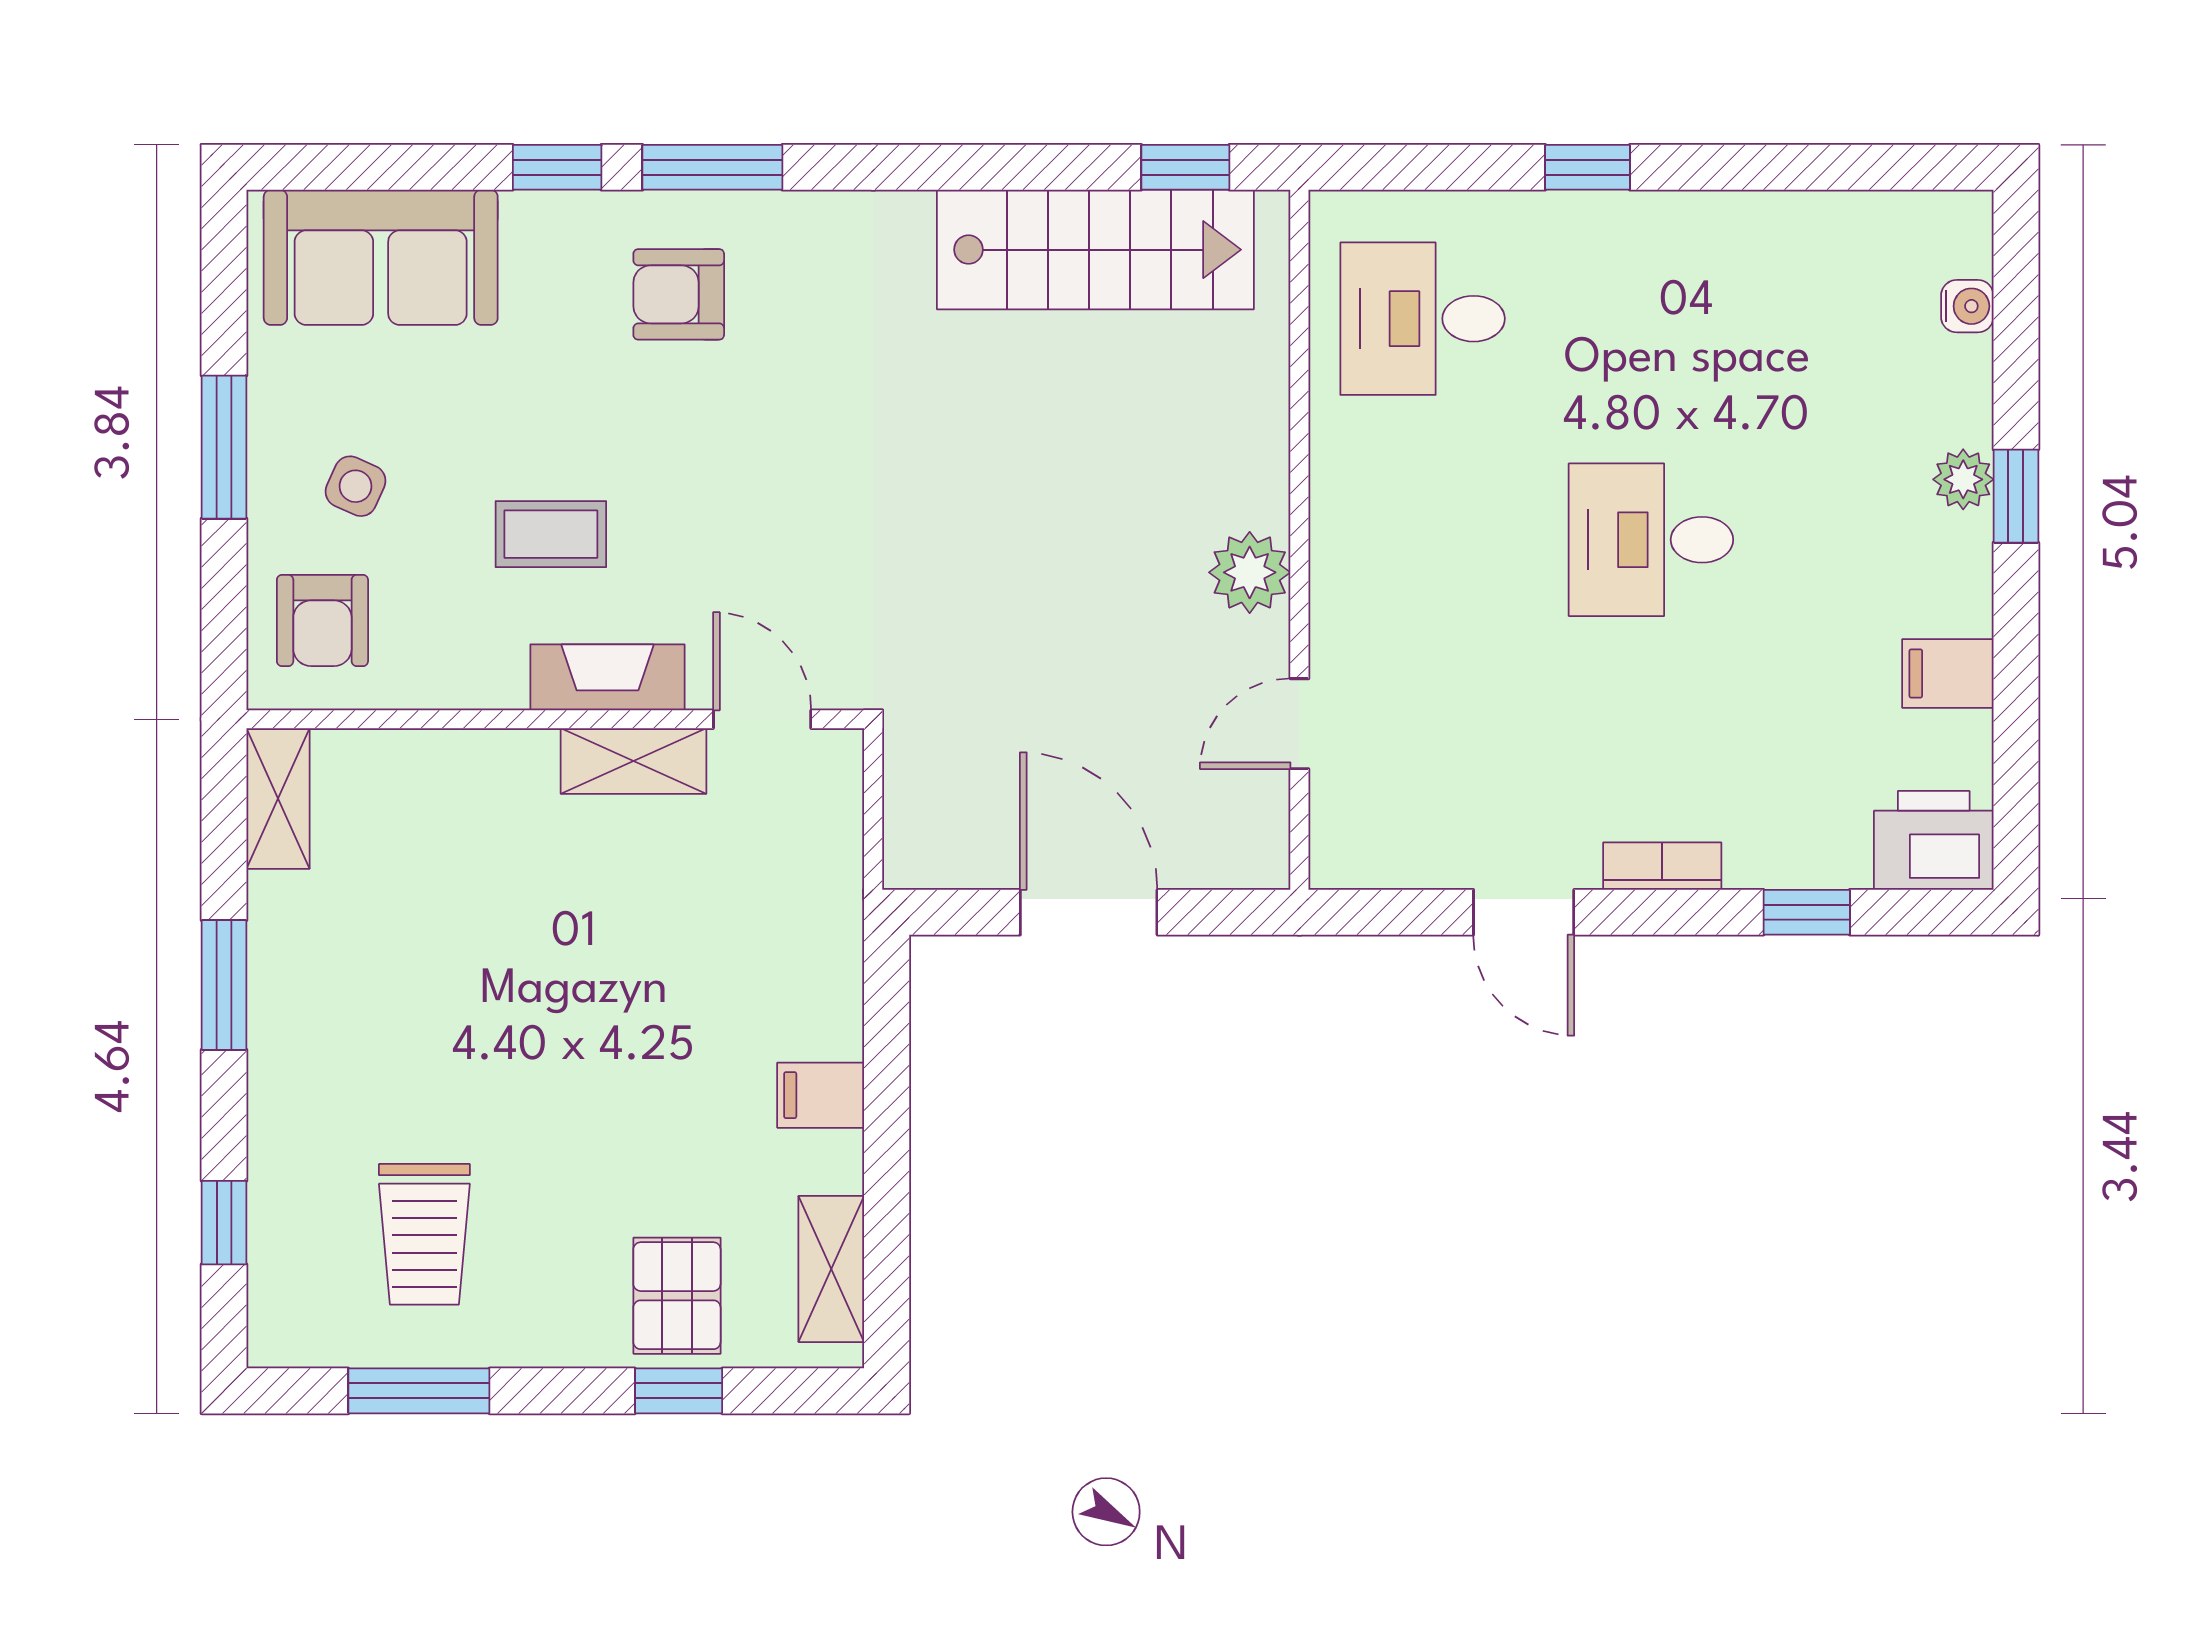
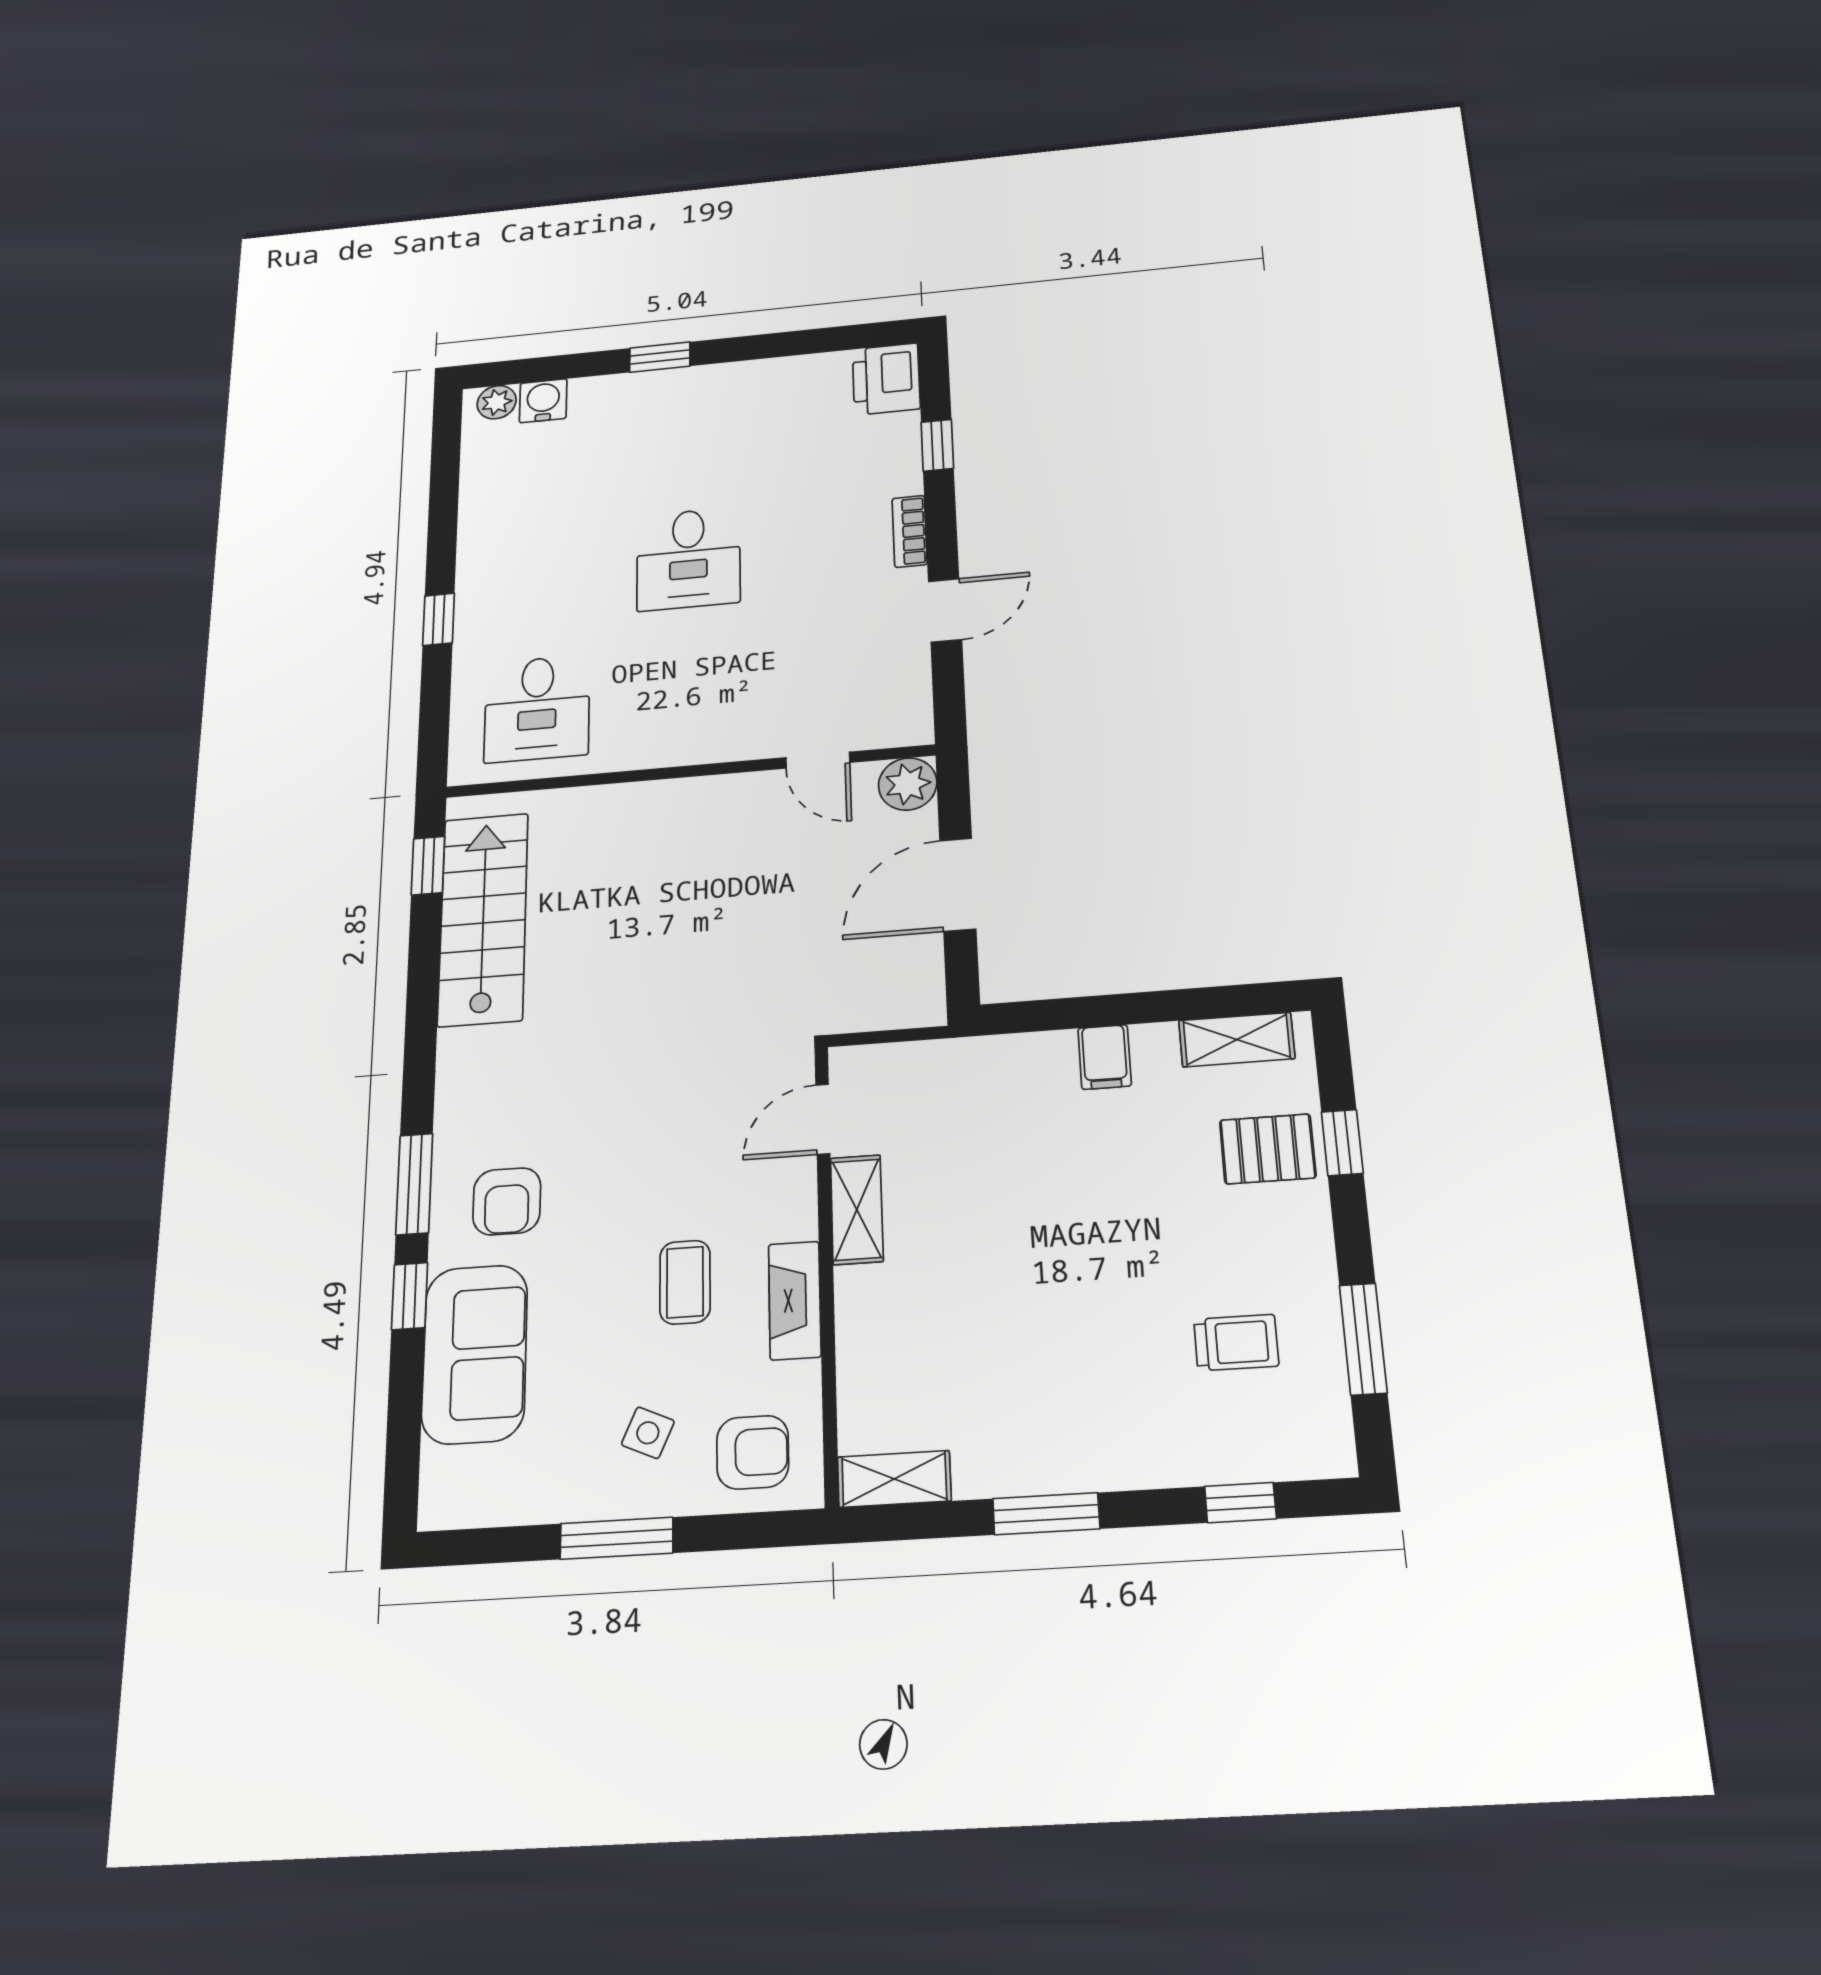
sofa: (381, 257) -> (475, 1354), moved
water cooler: (1967, 306) -> (543, 401), width x1.38, depth x1.38
plant: (1963, 479) -> (497, 402), moved
plant: (1250, 572) -> (908, 784), moved
filing cabinet: (1948, 673) -> (776, 382), removed
fireplace: (607, 677) -> (795, 1300), moved
trolley: (424, 1234) -> (1236, 1343), width x0.73, depth x0.72

